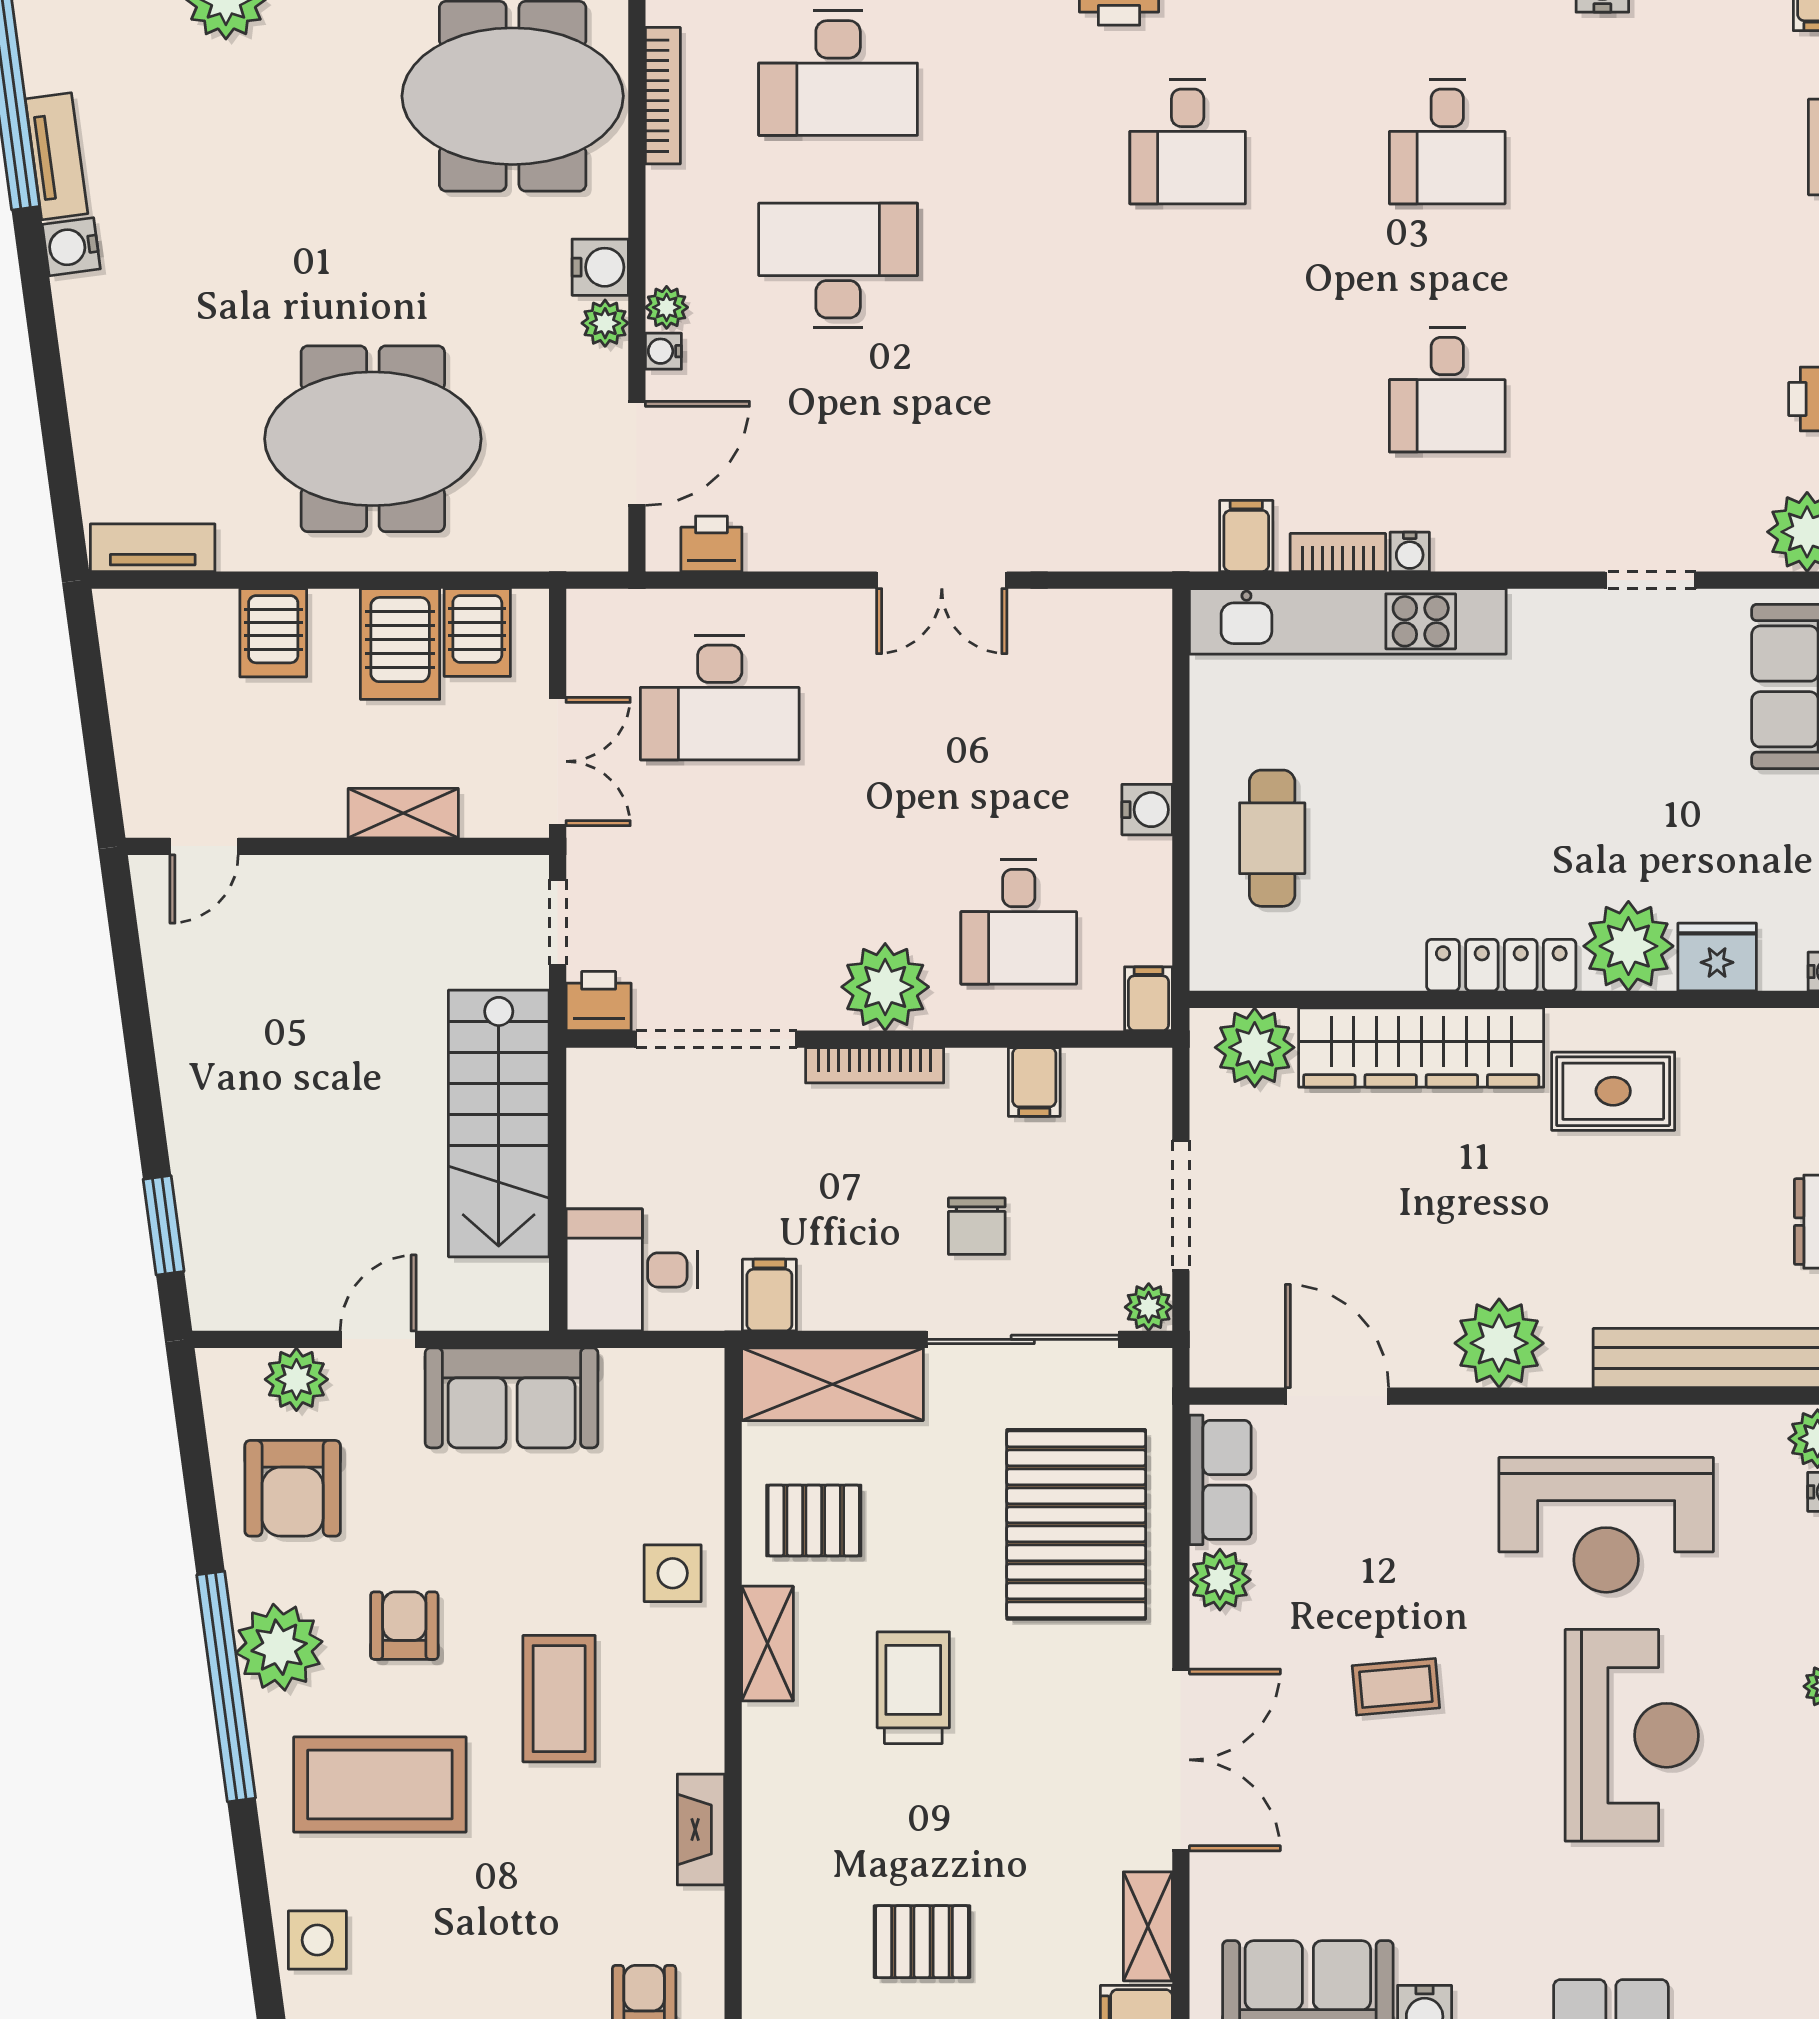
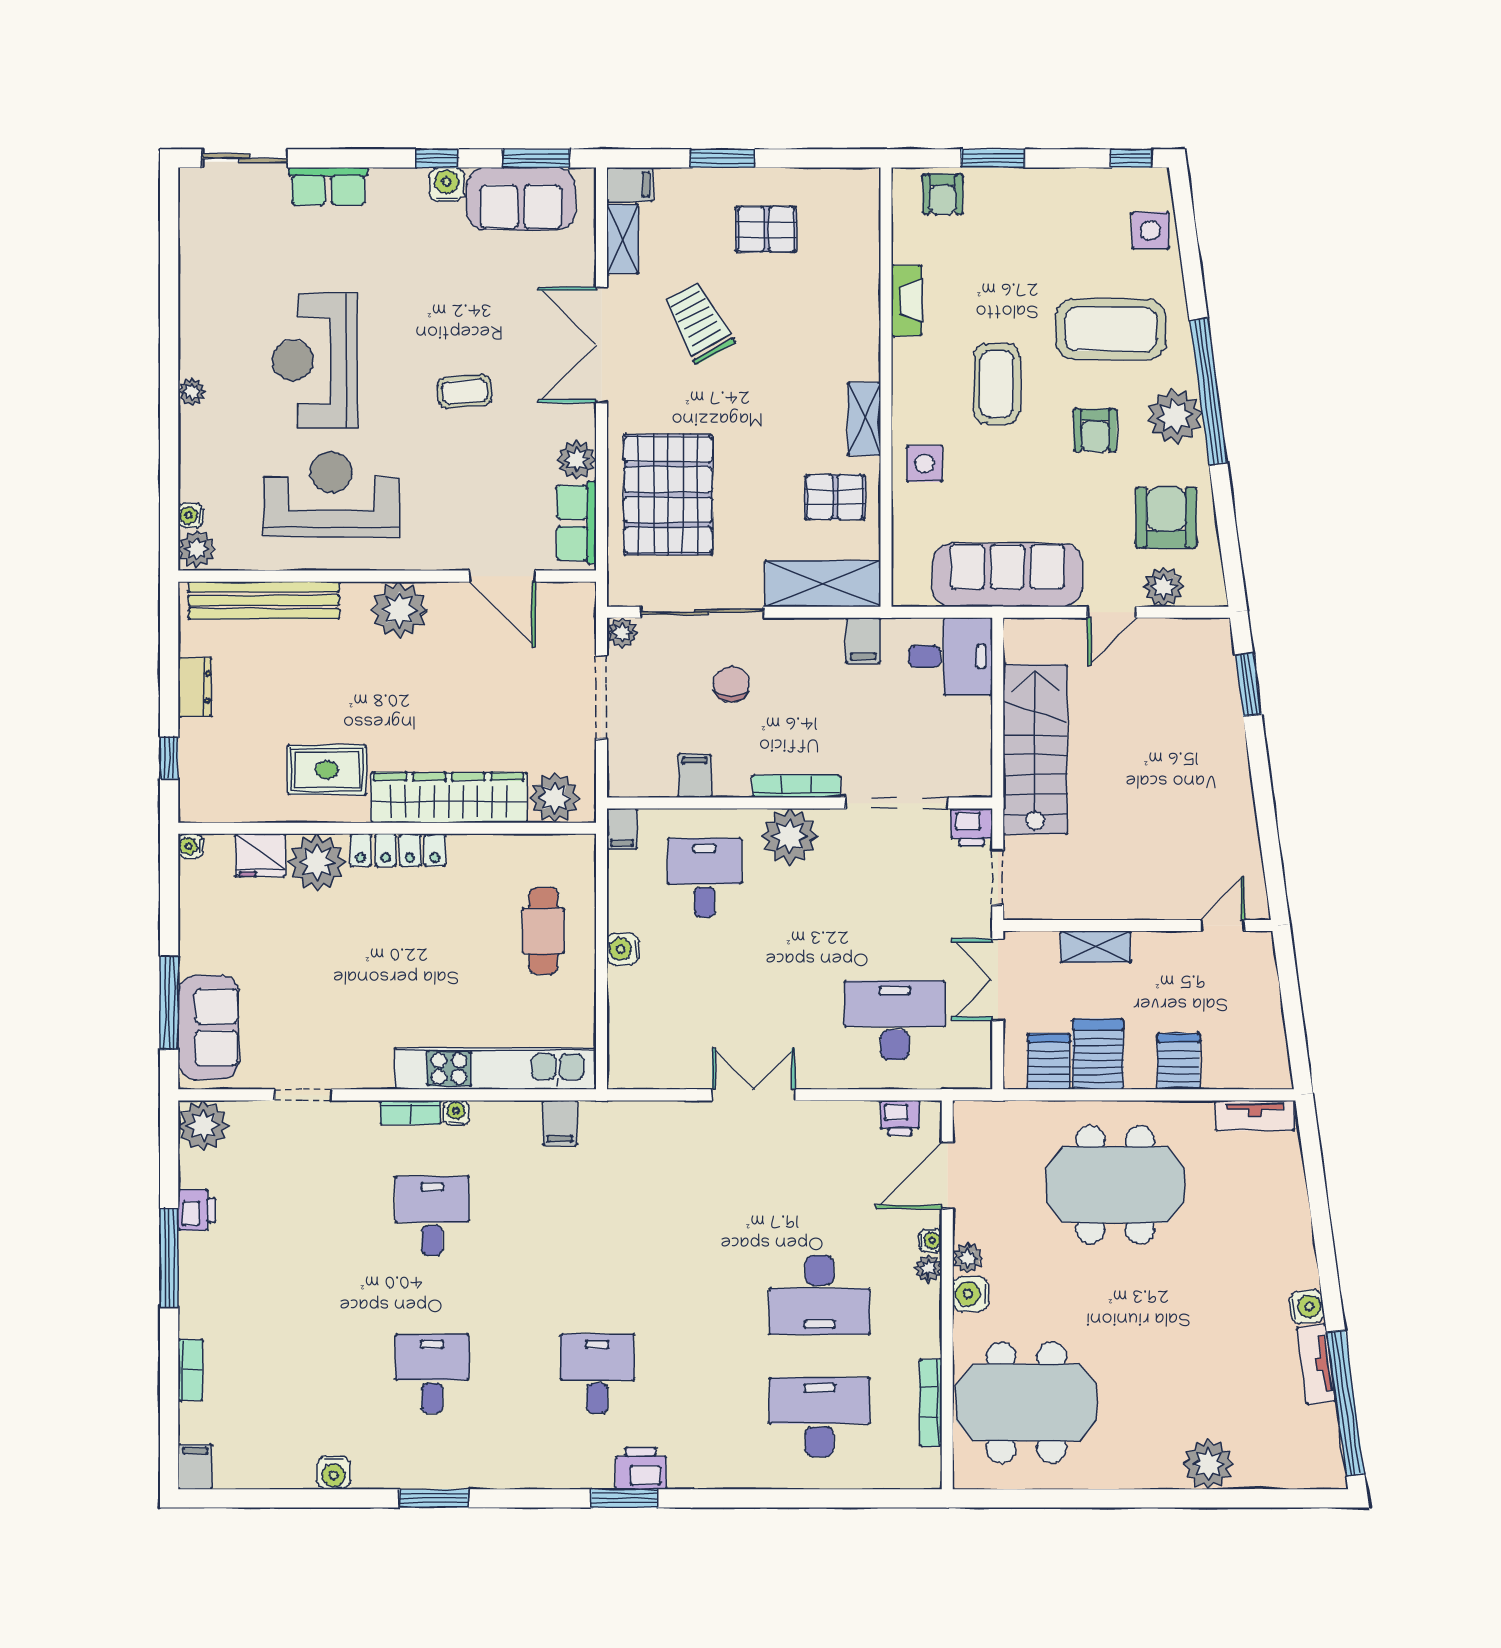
bookcase: (1338, 553) -> (410, 1112), moved
sofa: (512, 1398) -> (1007, 575), width x1.36
trolley: (913, 1688) -> (699, 323), moved, turned 151

